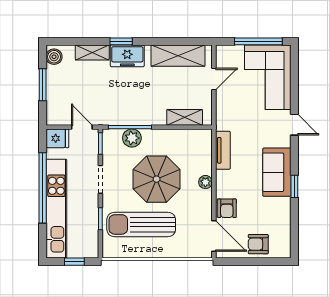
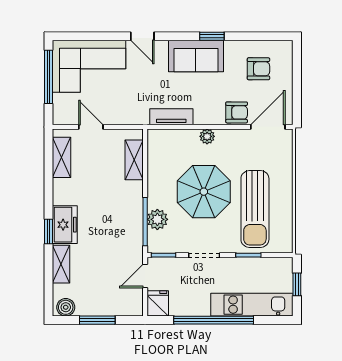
shelving: (178, 56) -> (62, 157), width x0.67, depth x0.75
door: (294, 125) -> (142, 36), swing flipped
kitchen unit: (56, 209) -> (252, 305), width x0.73
armchair: (258, 244) -> (258, 69), moved, turned -90

